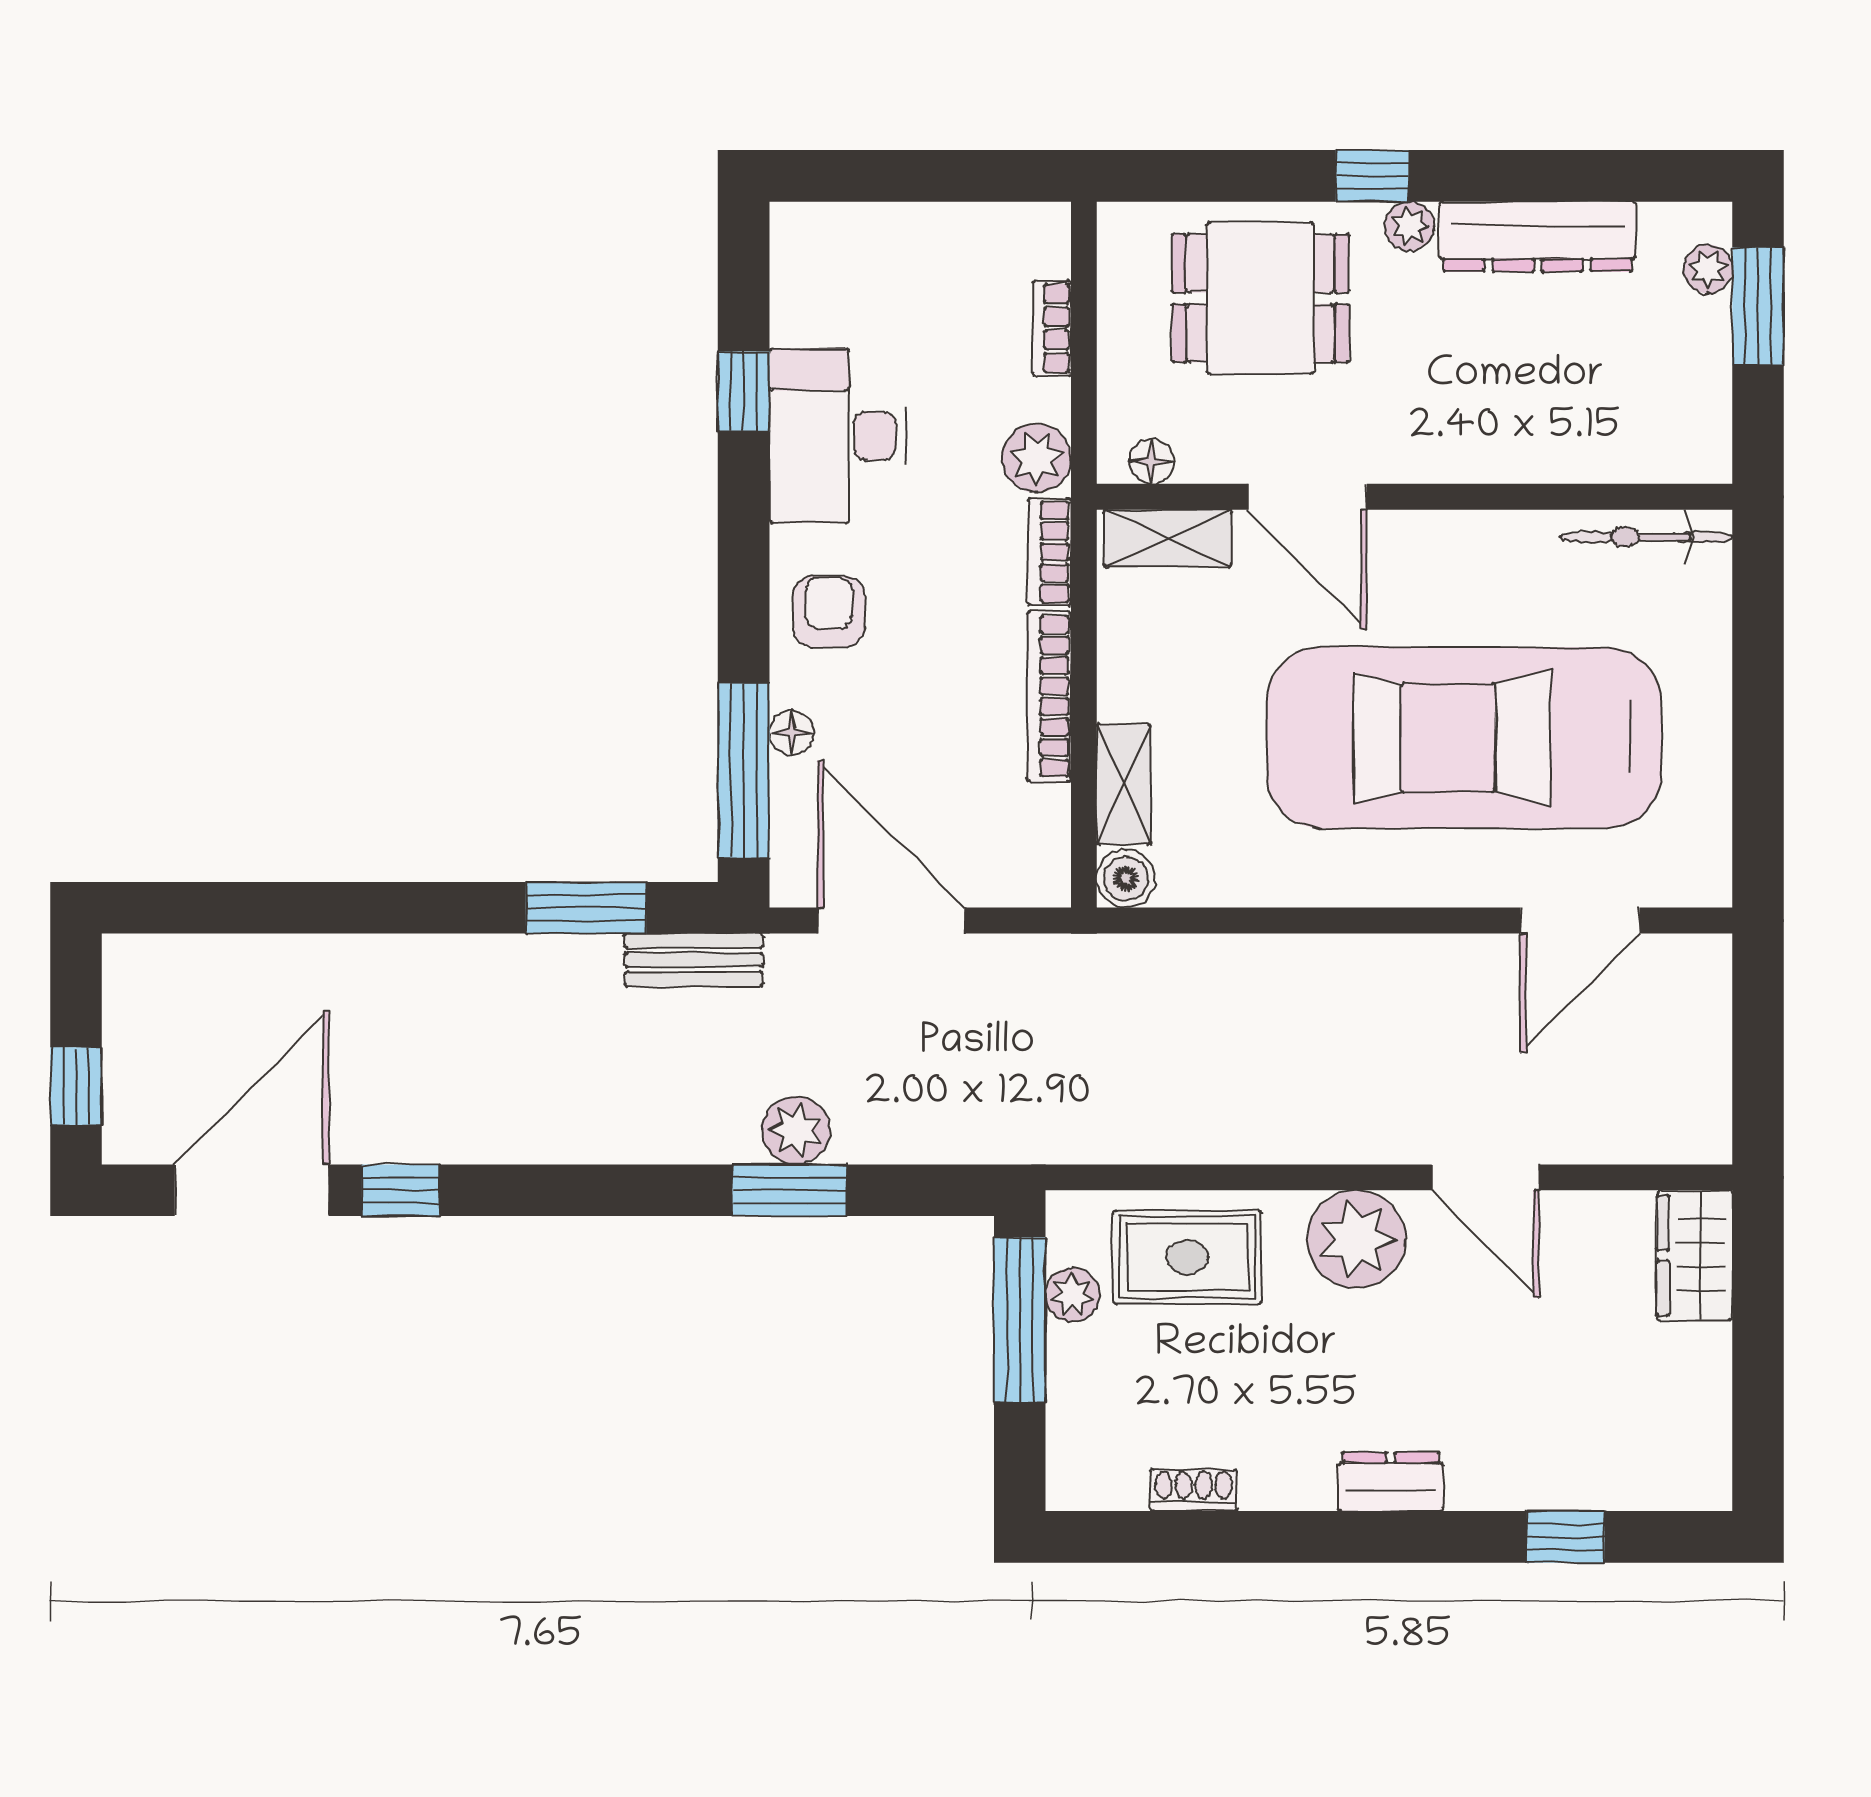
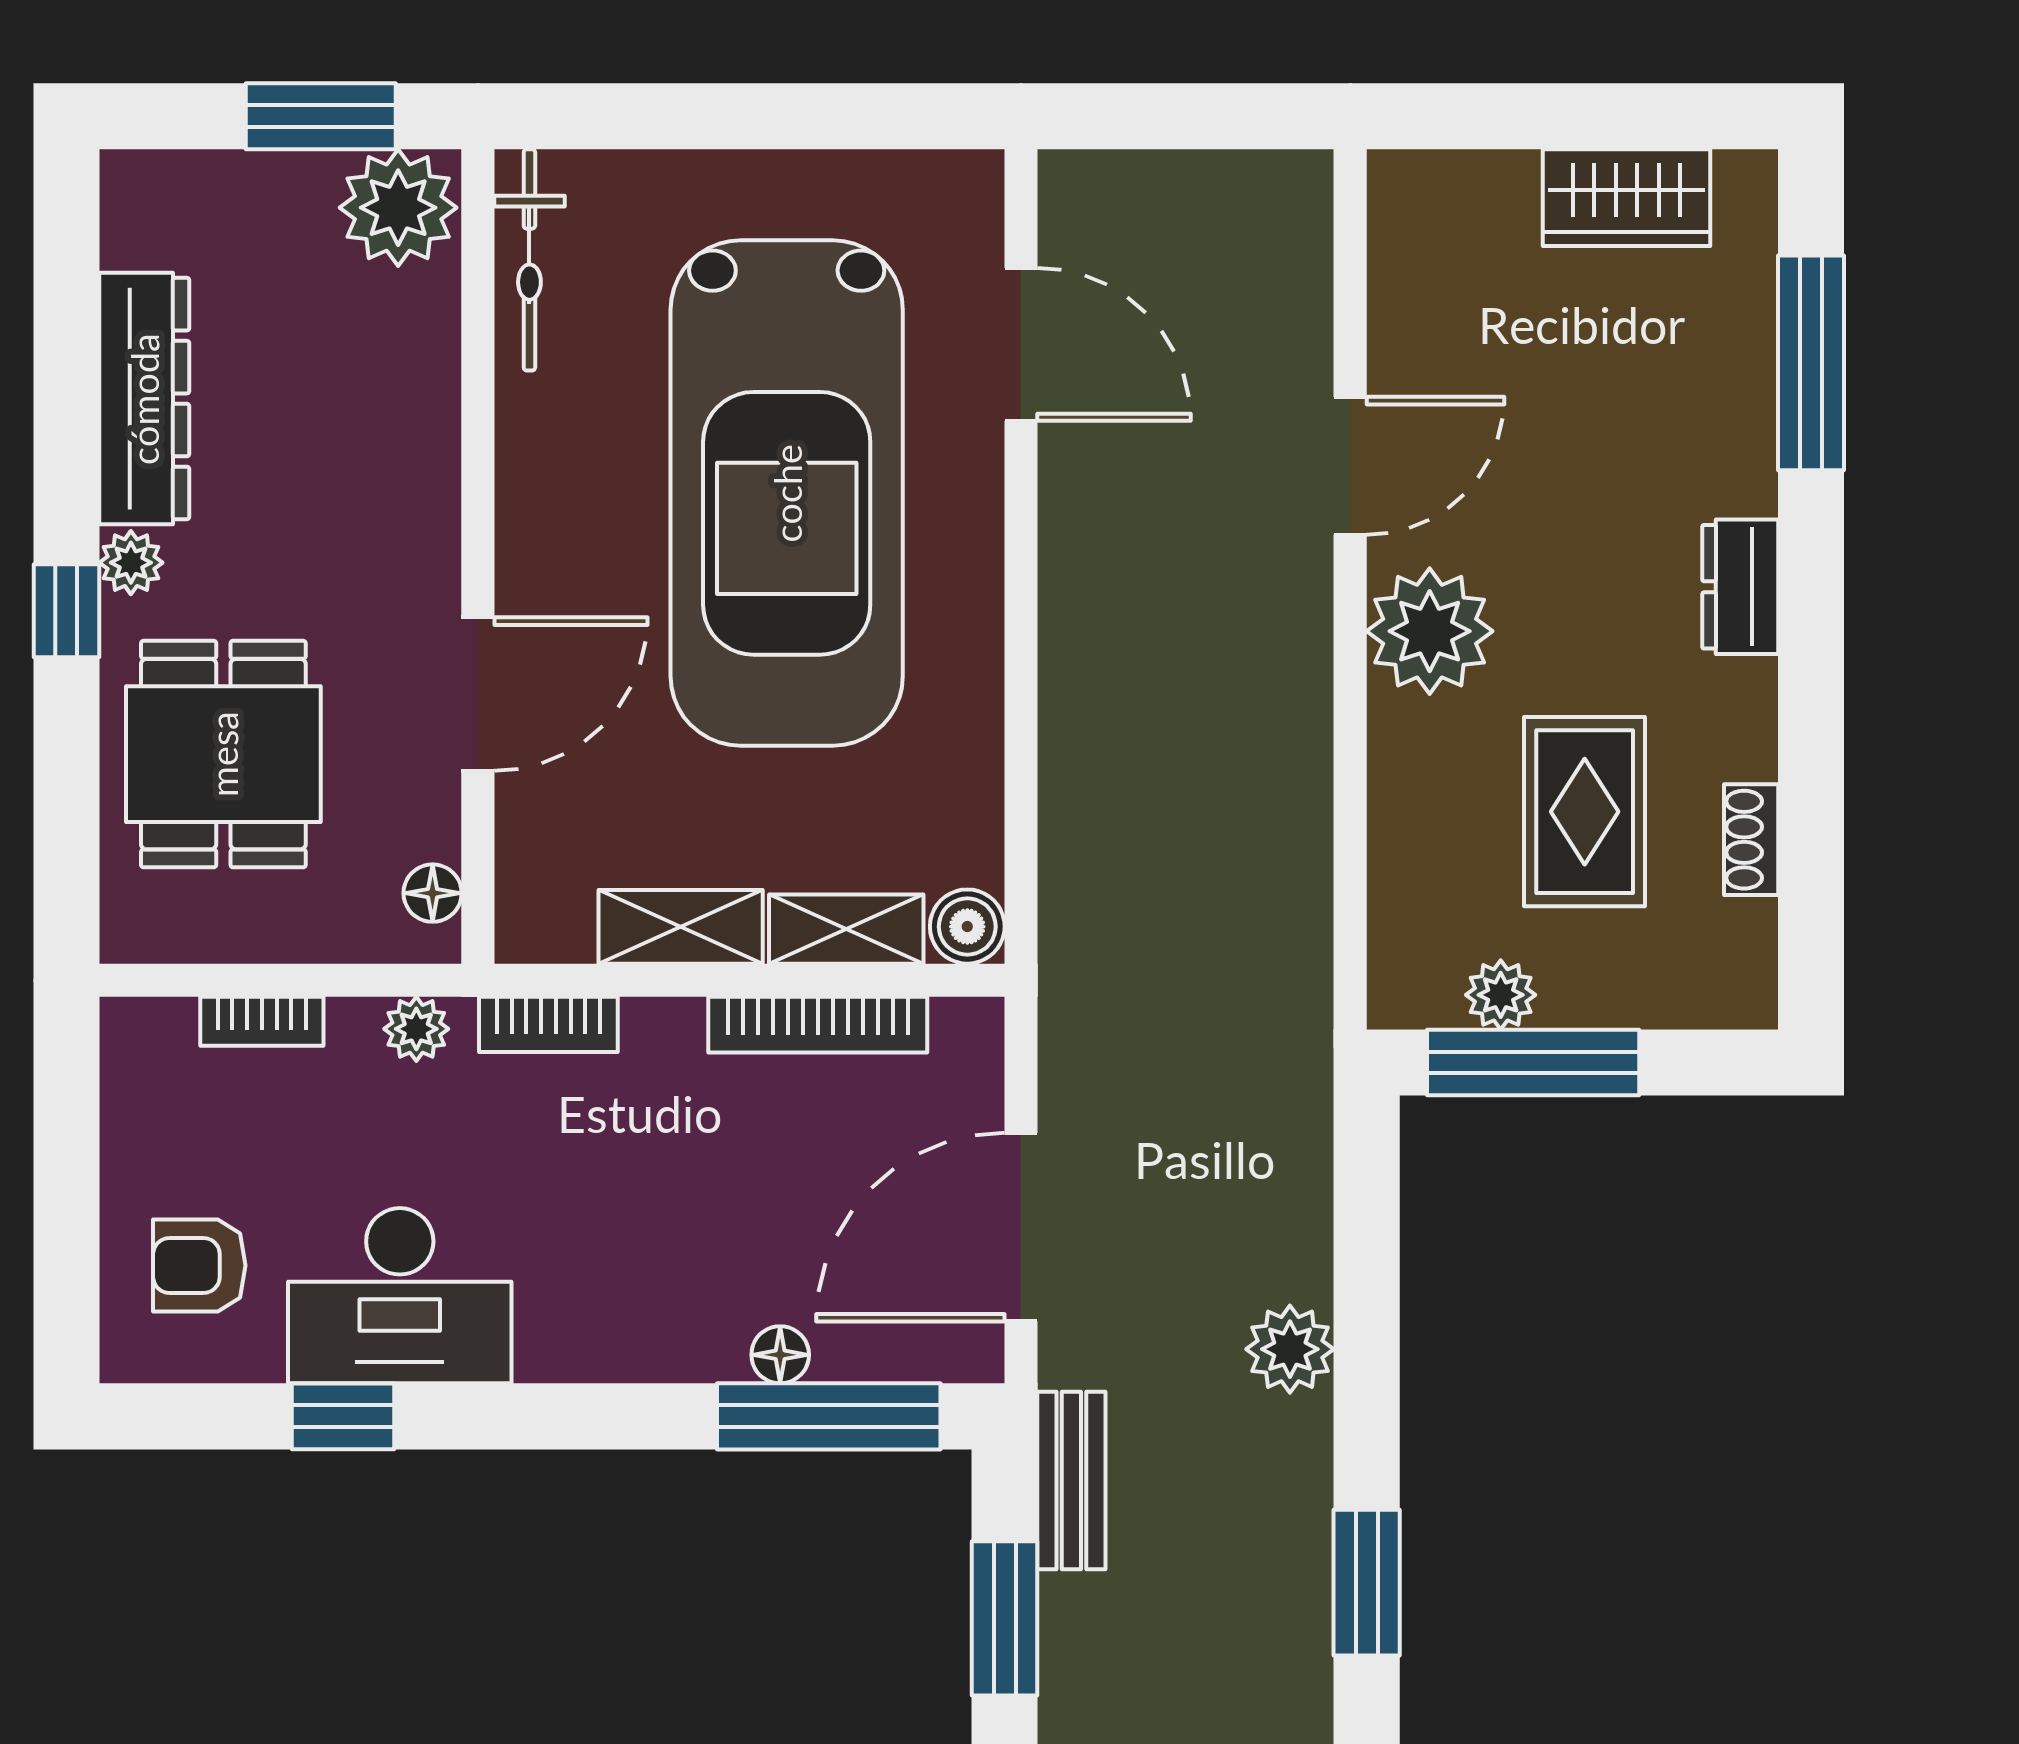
plant: (1708, 269) -> (398, 208), moved, width x1.87, depth x1.87
window: (1758, 306) -> (321, 116), moved
plant: (1037, 458) -> (416, 1029), width x0.73, depth x0.73
shelving: (1168, 538) -> (681, 927), moved, turned 90
armchair: (829, 612) -> (199, 1265), moved
bookcase: (1049, 696) -> (818, 1025), moved
window: (789, 1190) -> (1367, 1583), moved
wardrobe: (1695, 1255) -> (1626, 198), moved
rug: (1187, 1257) -> (1585, 812), moved
window: (1566, 1537) -> (1811, 363), width x2.17

